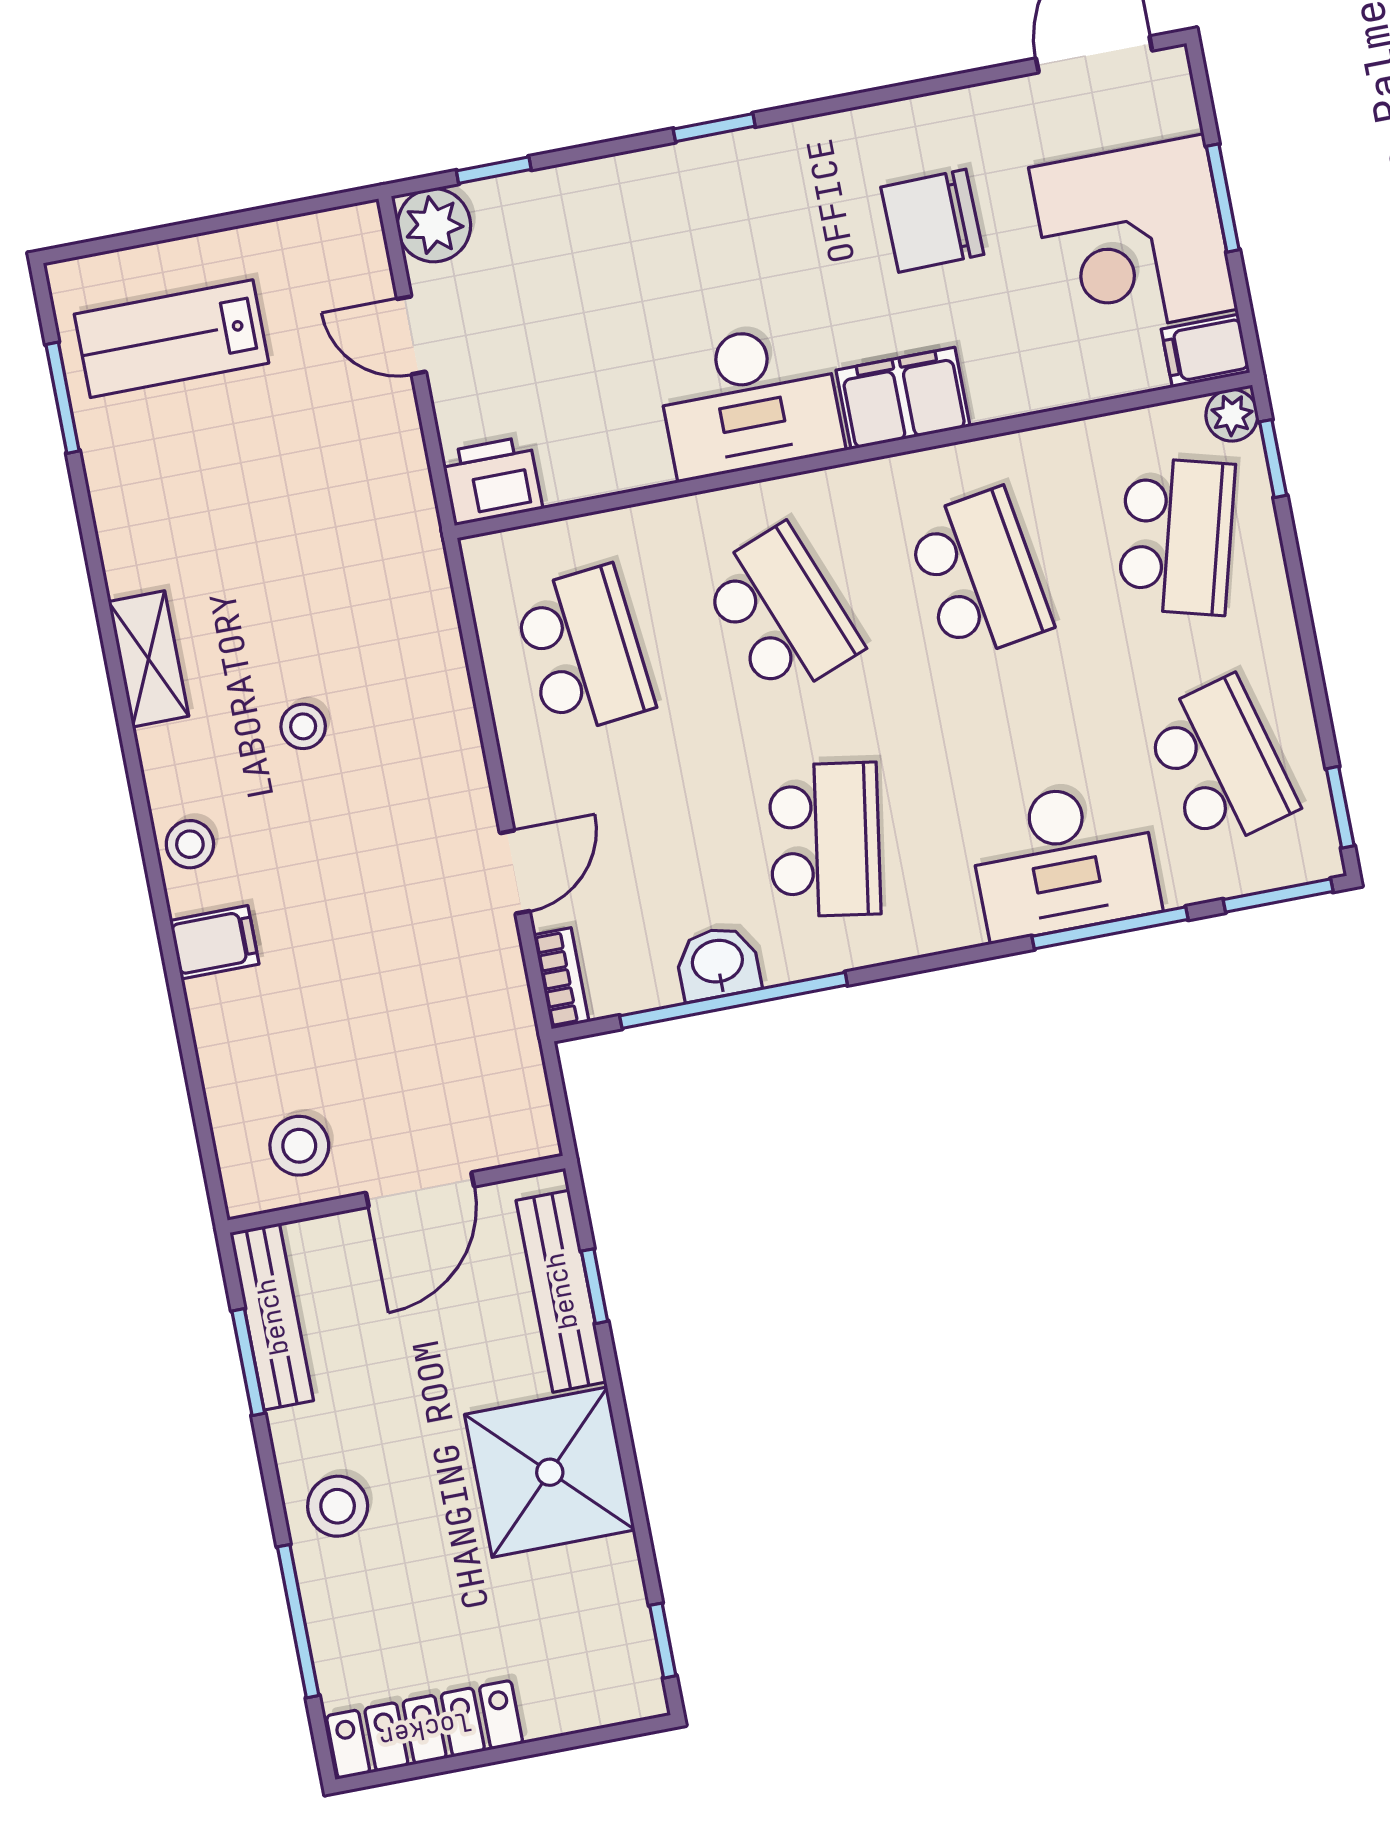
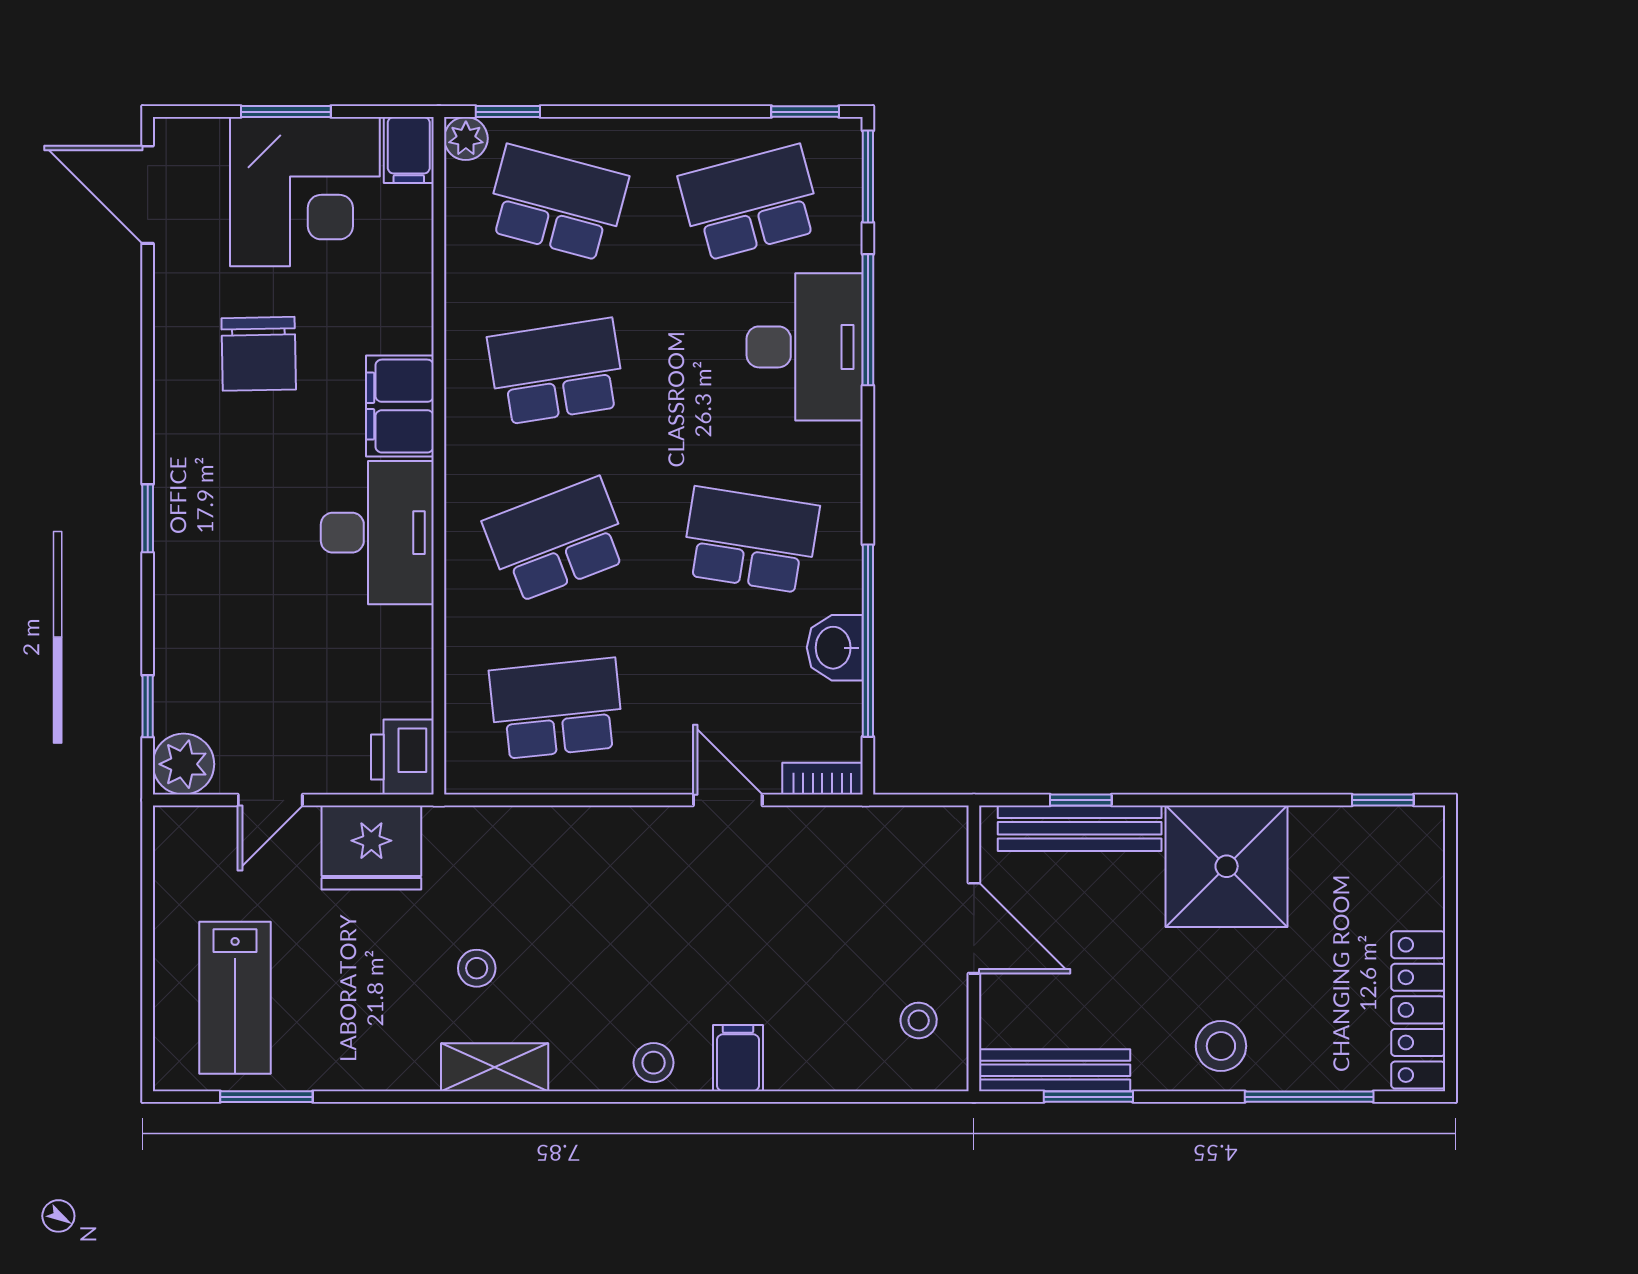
fridge: (379, 465) -> (371, 847), added
stool: (303, 726) -> (477, 968), moved
stool: (299, 1146) -> (919, 1020), width x0.73, depth x0.73

